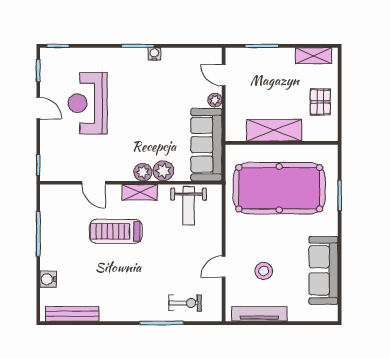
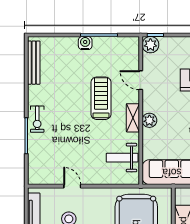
plant: (163, 171) -> (150, 45), moved
door: (94, 183) -> (141, 80), hinge flipped
water cooler: (48, 279) -> (85, 43), moved
exercise bike: (185, 303) -> (37, 119), moved

